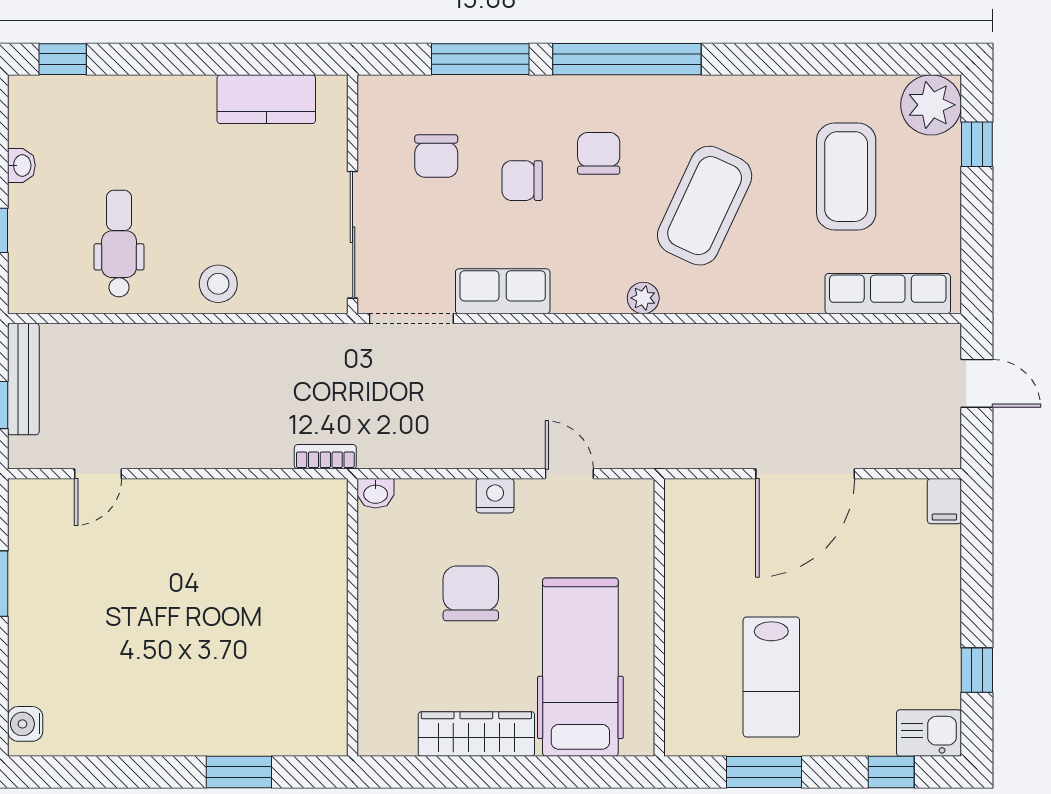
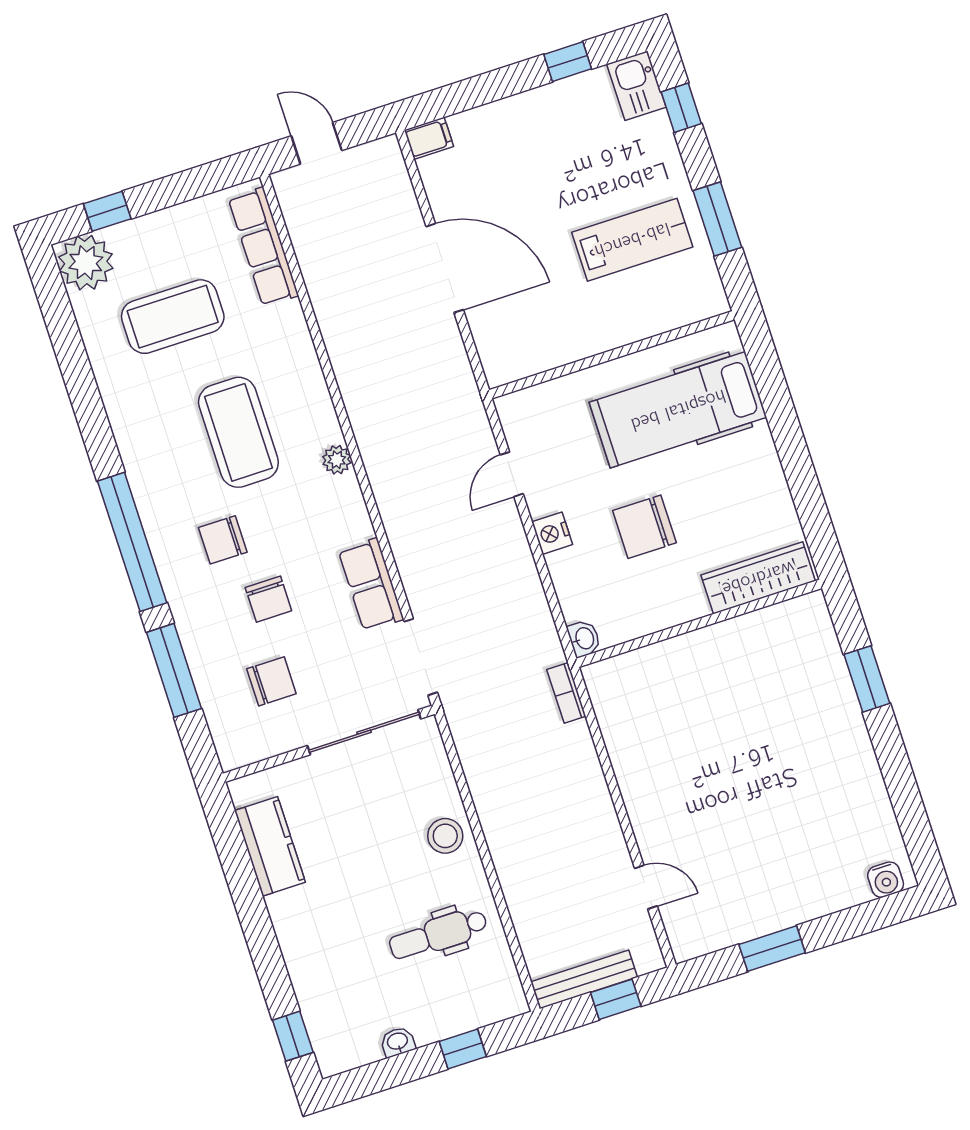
coffee table: (705, 206) -> (238, 432), turned 65
door: (977, 383) -> (317, 143), hinge flipped
wardrobe: (476, 734) -> (758, 578), moved, turned 90

